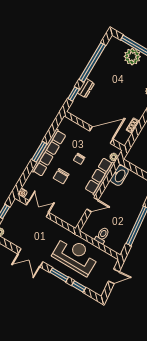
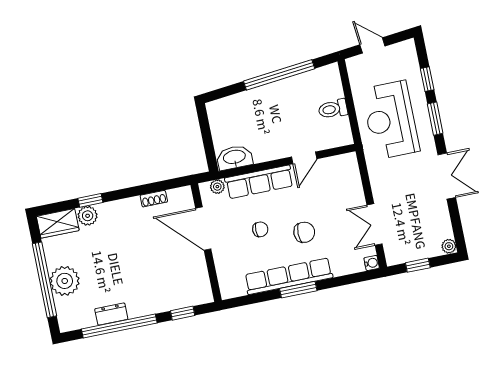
dresser: (86, 88) -> (111, 314), moved
door: (93, 205) -> (304, 158), swing flipped

